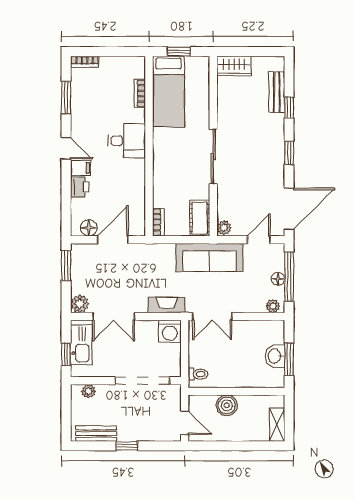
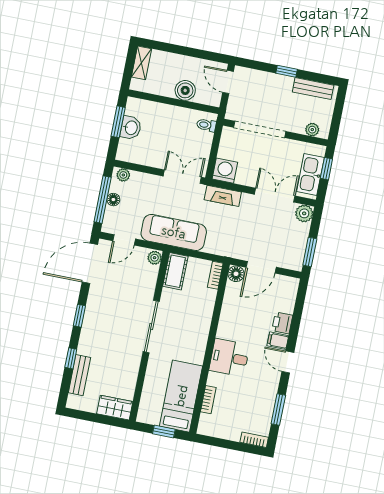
floor lamp: (89, 228) -> (236, 274), moved

